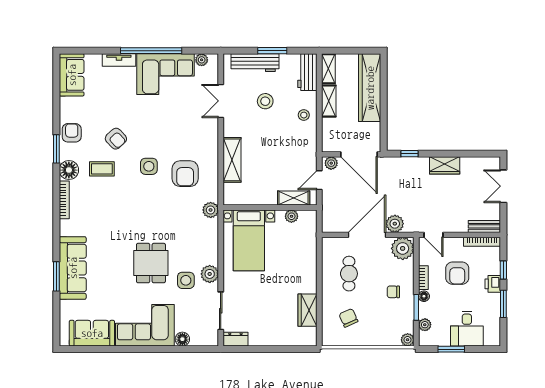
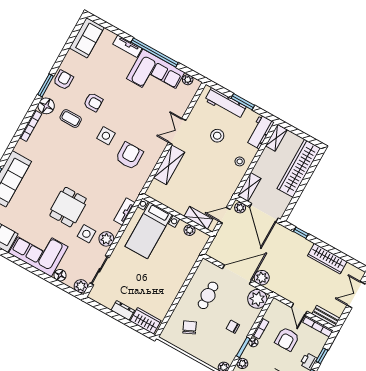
double door: (221, 101) -> (177, 131), moved
shelving: (329, 101) -> (249, 187), moved
armchair: (116, 139) -> (93, 102), turned -47
wardrobe: (445, 165) -> (327, 259), width x1.50
armchair: (185, 174) -> (129, 156), turned 180
plant: (211, 210) -> (81, 286), moved
tv unit: (212, 235) -> (124, 212), added
door: (433, 235) -> (299, 309), moved
wardrobe: (308, 310) -> (146, 321), moved, turned 90
dresser: (235, 339) -> (123, 310), moved

